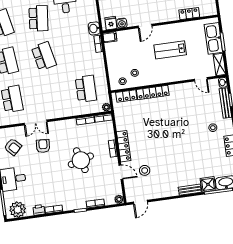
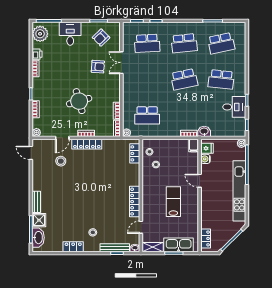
locker: (189, 14) -> (206, 238), moved
locker: (153, 92) -> (135, 202), moved

